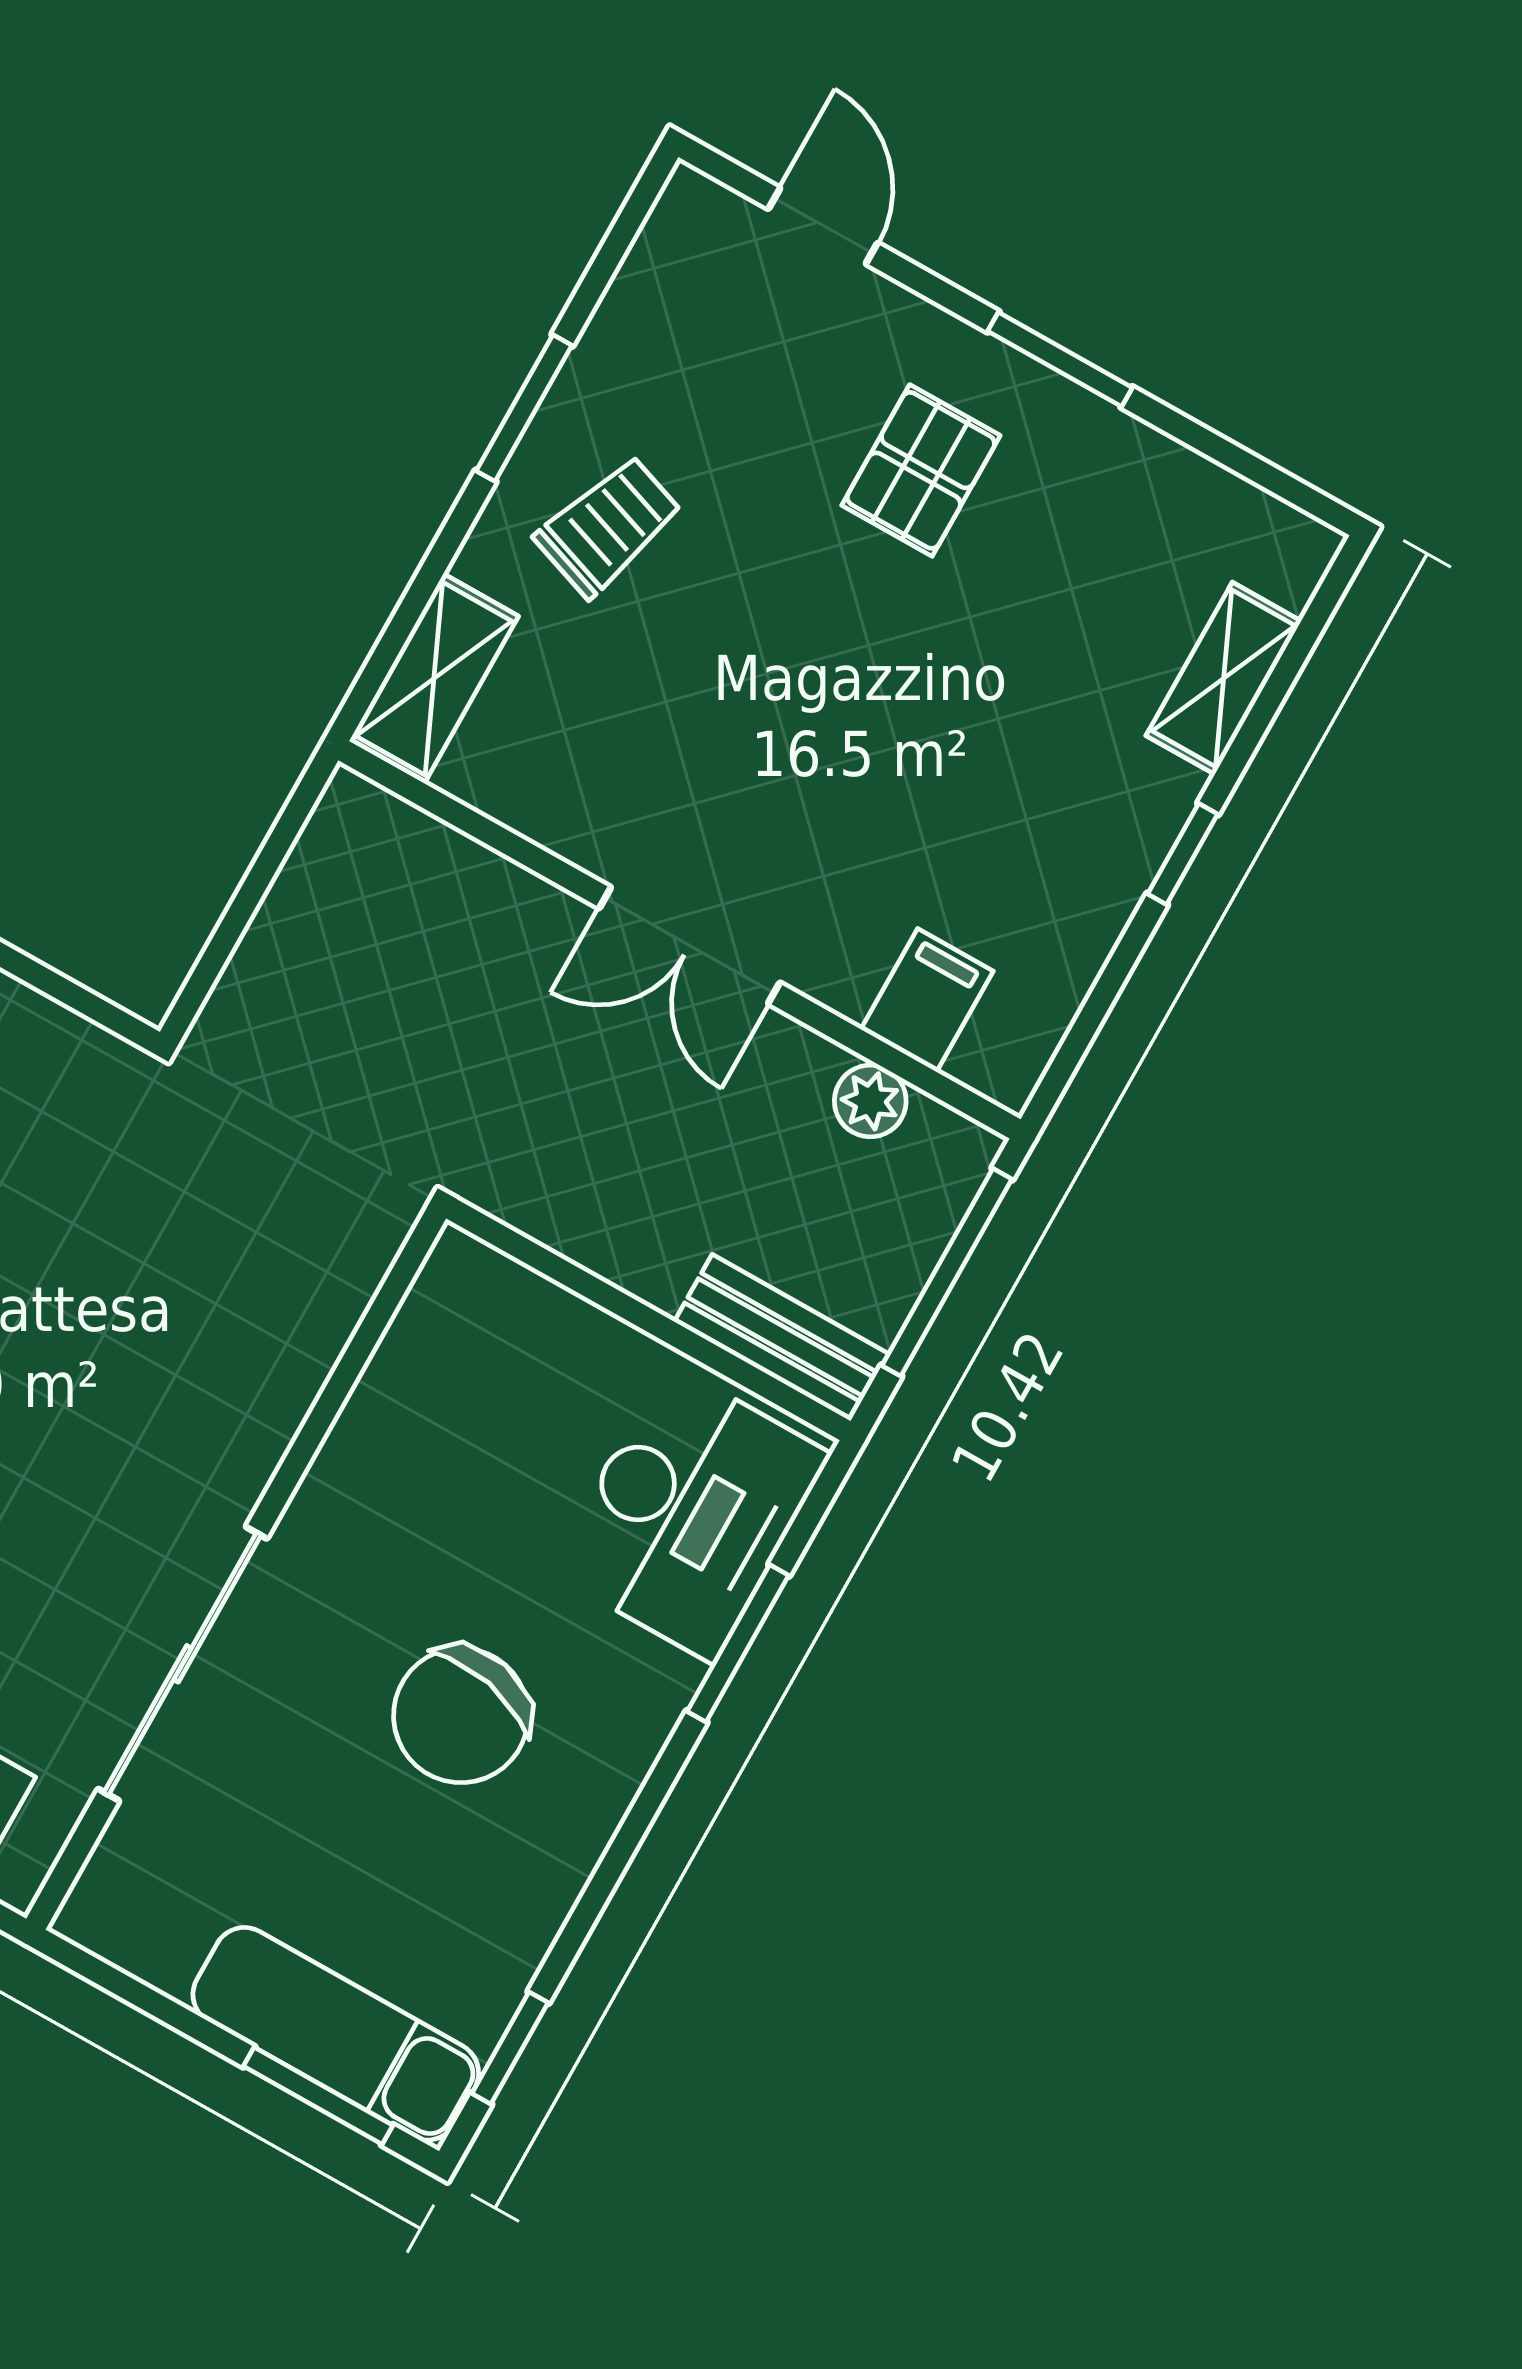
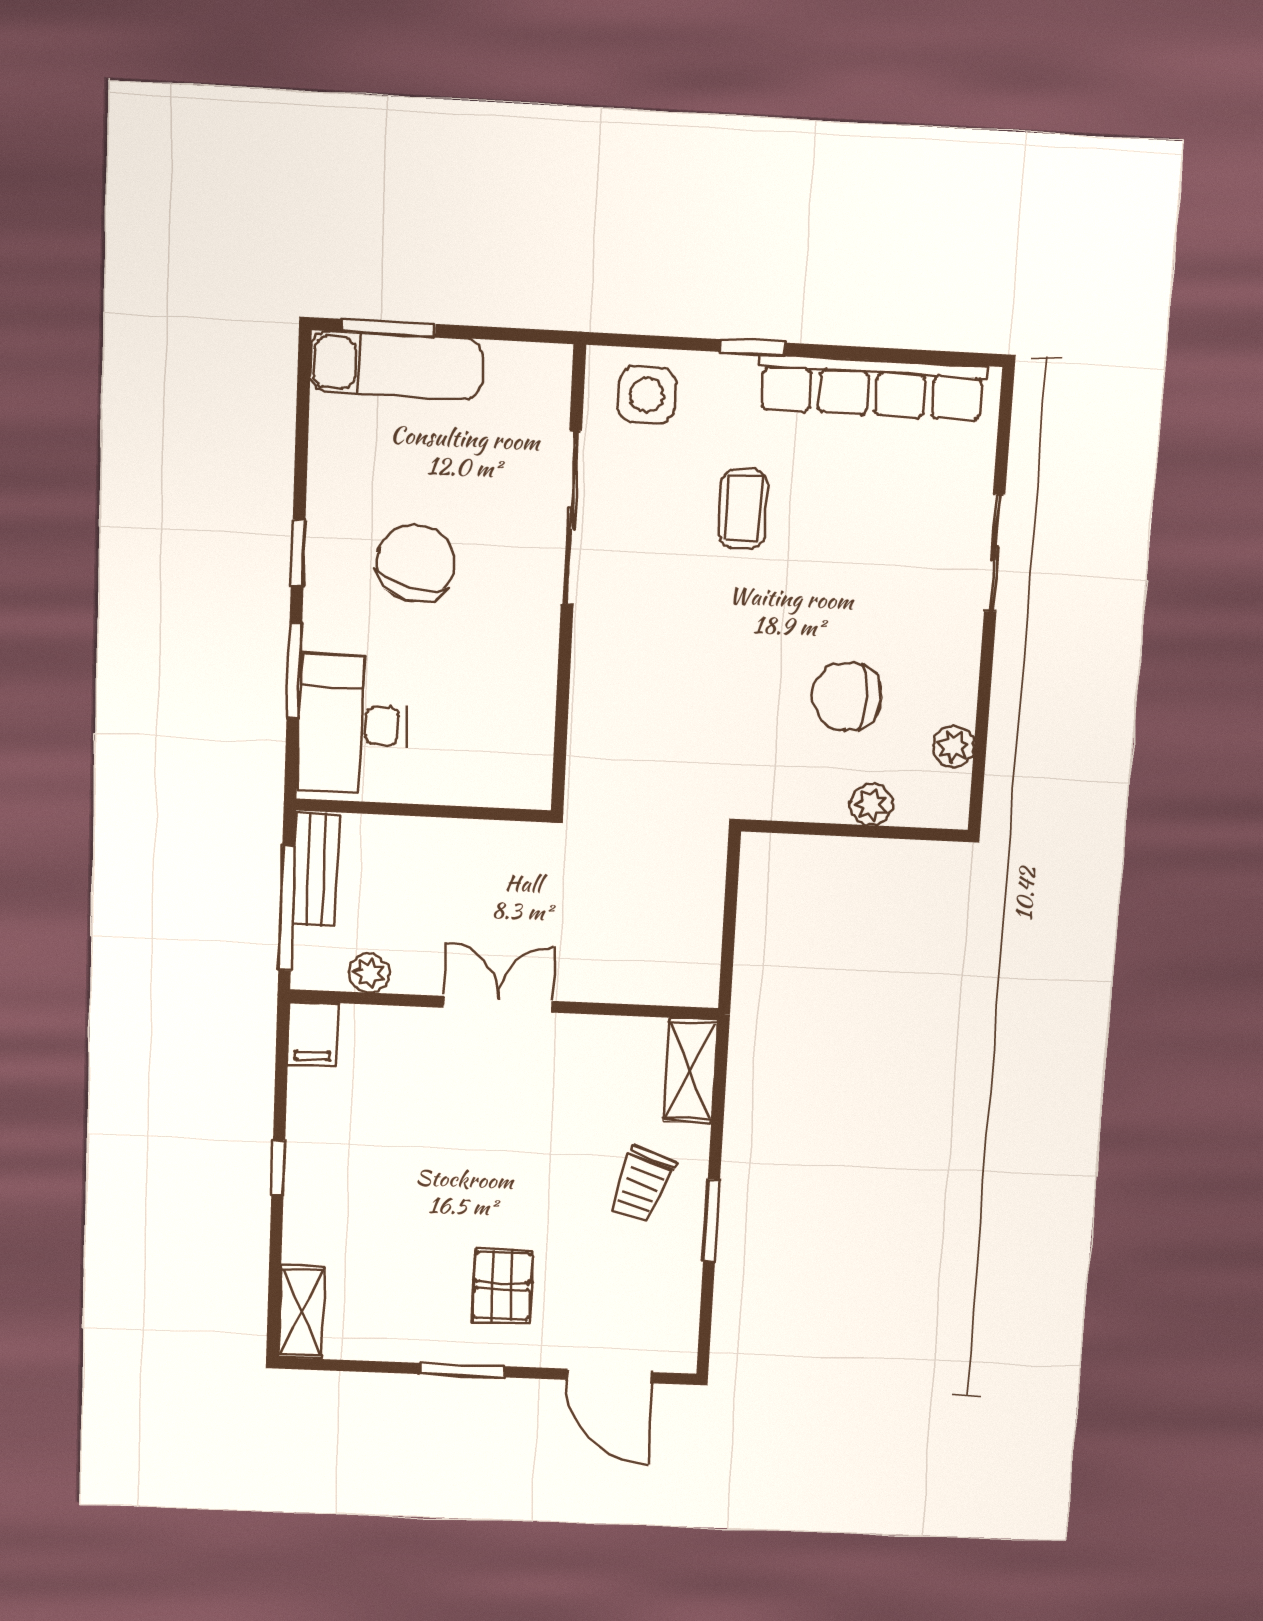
door: (823, 226) -> (610, 1376), width x1.37
shelving: (1224, 678) -> (301, 1312), moved
filing cabinet: (927, 1000) -> (313, 1034), moved
bench: (781, 1338) -> (316, 870), moved, turned 90
window: (510, 2048) -> (298, 553), moved

